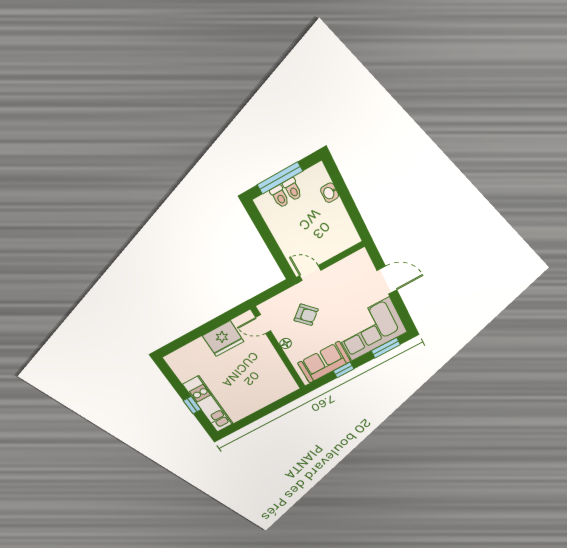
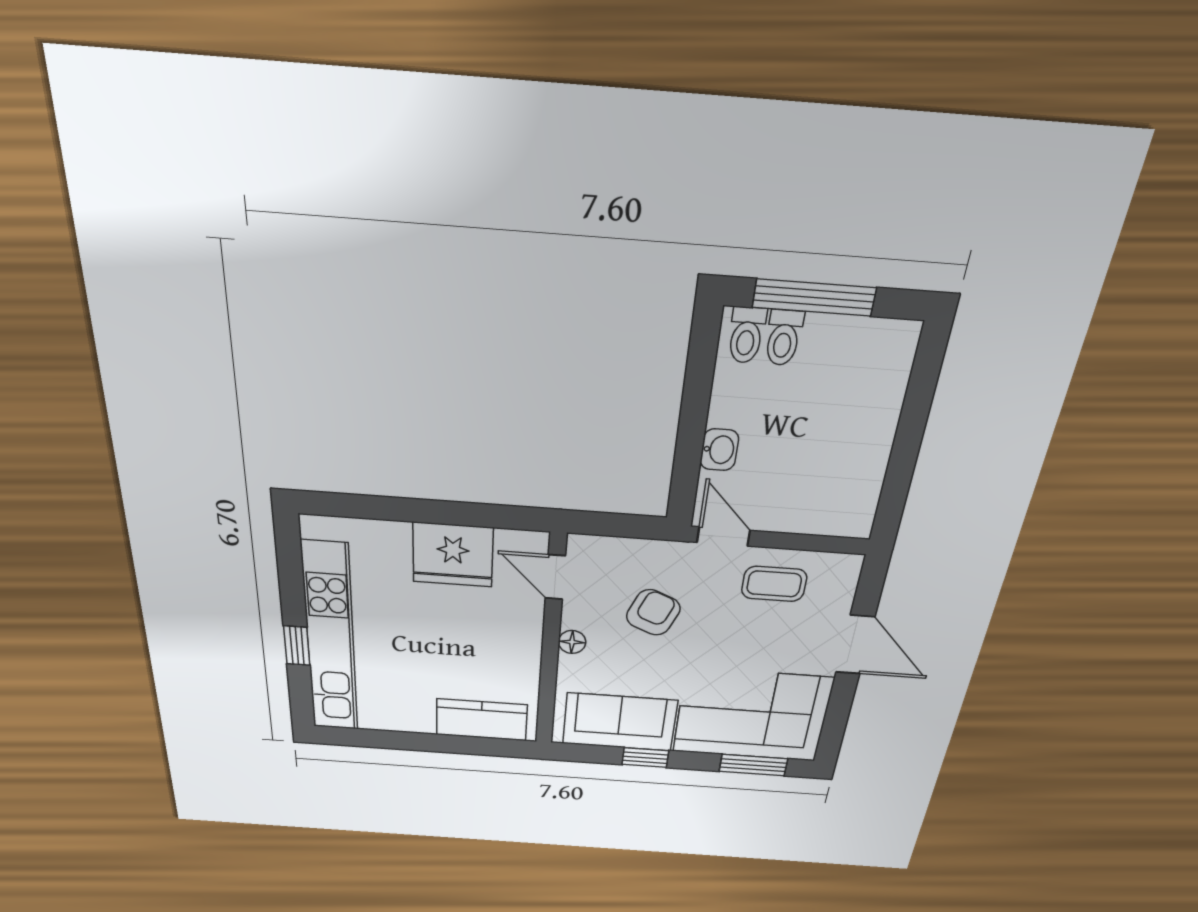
toilet: (293, 189) -> (746, 335), moved
washbasin: (330, 193) -> (719, 450), moved, turned 180
coffee table: (341, 278) -> (774, 584), added
armchair: (306, 315) -> (653, 612), turned -115
kitchen counter: (274, 393) -> (482, 720), added
kitchen unit: (208, 404) -> (330, 639), width x1.36

